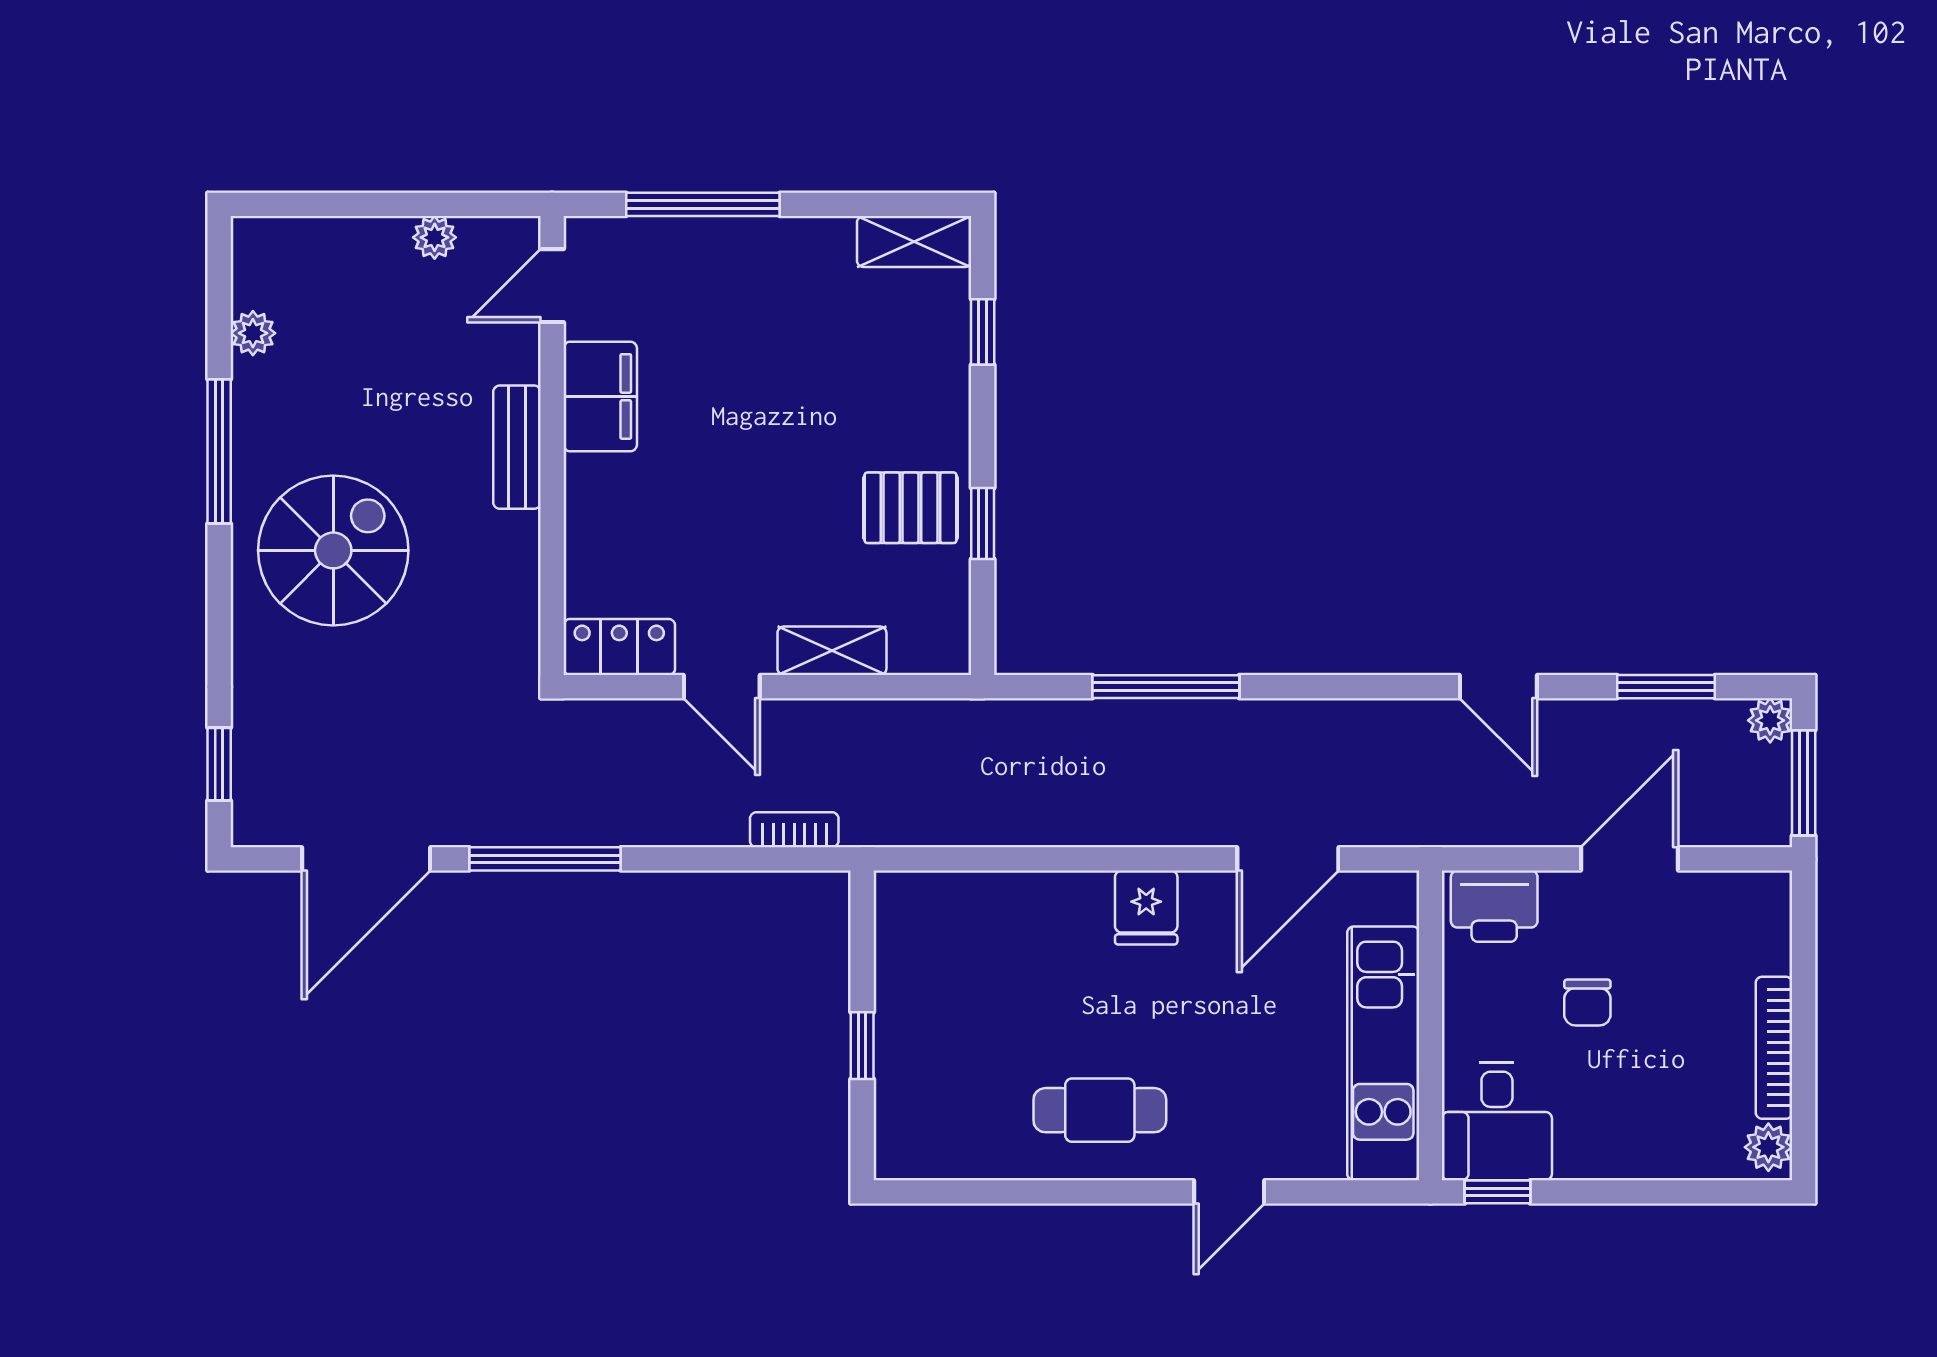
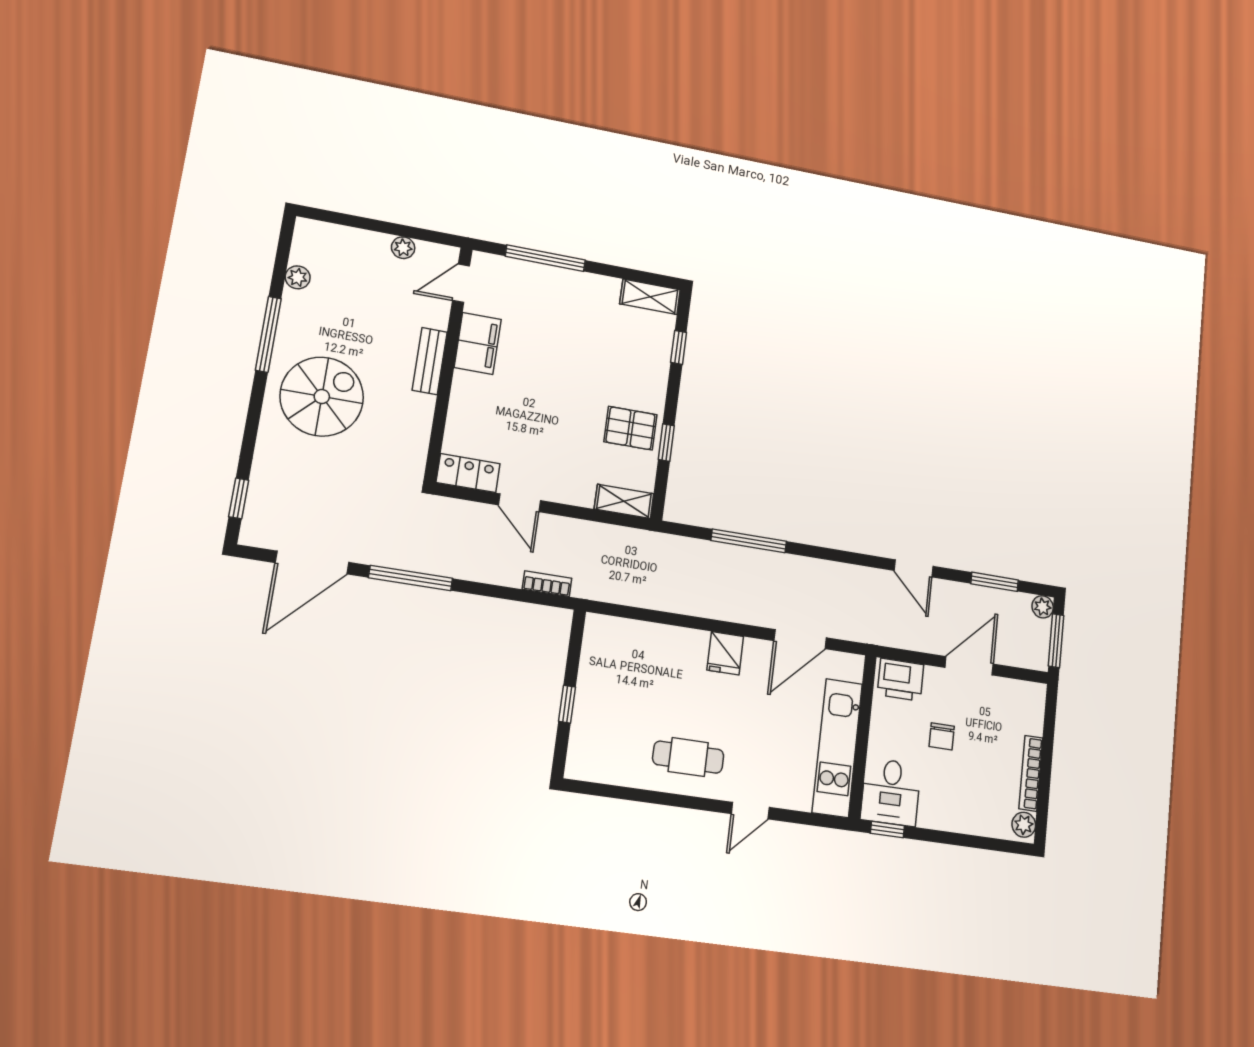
shelving: (832, 651) -> (624, 501), moved

